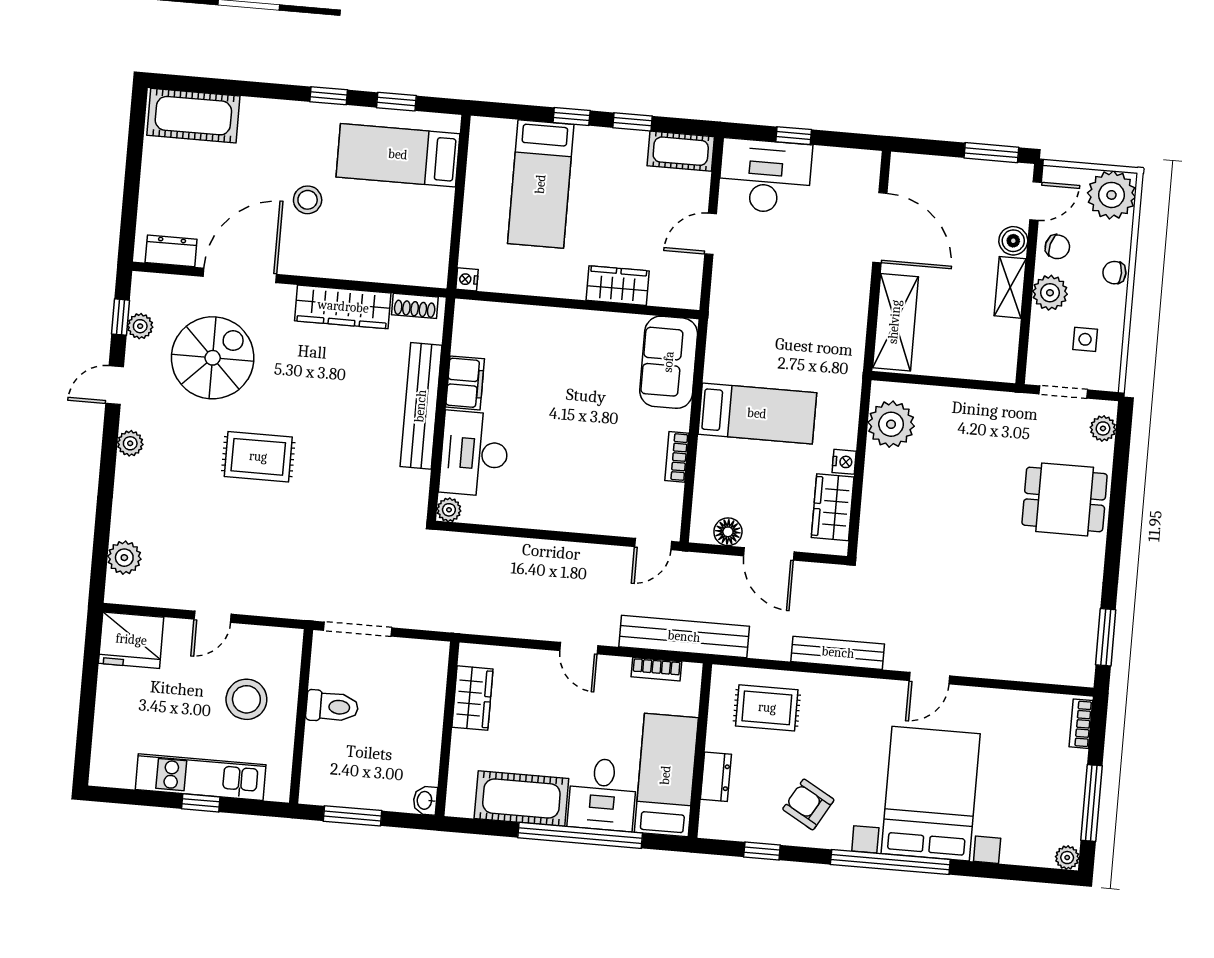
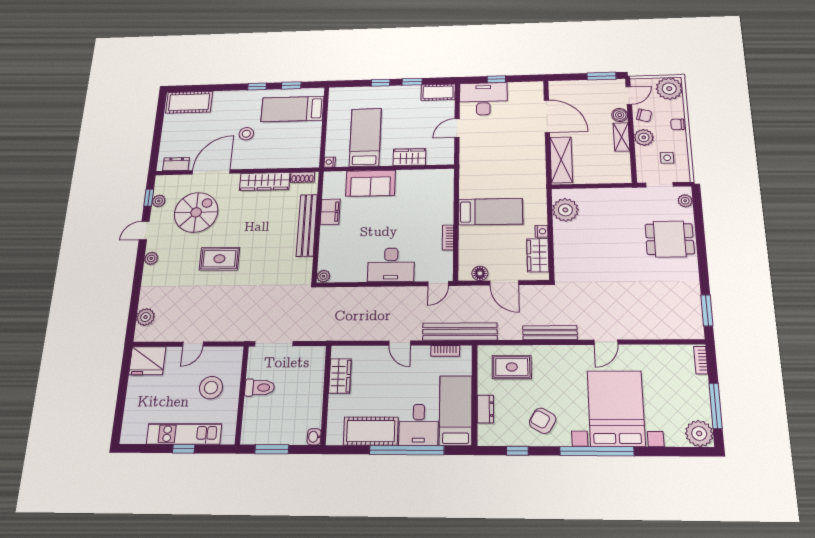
bed: (541, 184) -> (365, 137), moved, turned 180
sofa: (669, 362) -> (371, 183), moved, turned -90
desk: (474, 454) -> (391, 265), moved, turned -90
plant: (1067, 858) -> (699, 433), width x1.87, depth x1.87

